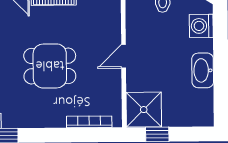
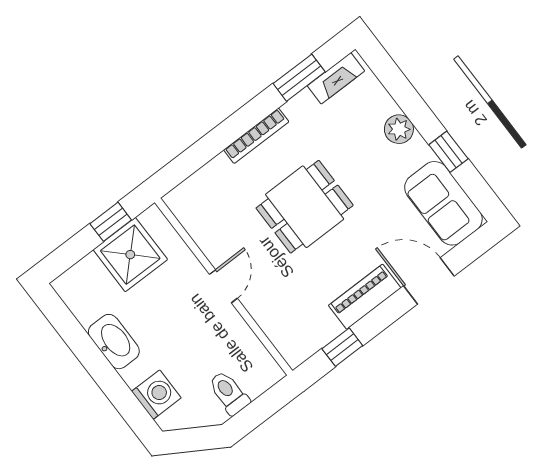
shower: (144, 110) -> (130, 255), moved
bookcase: (89, 122) -> (256, 136), moved

